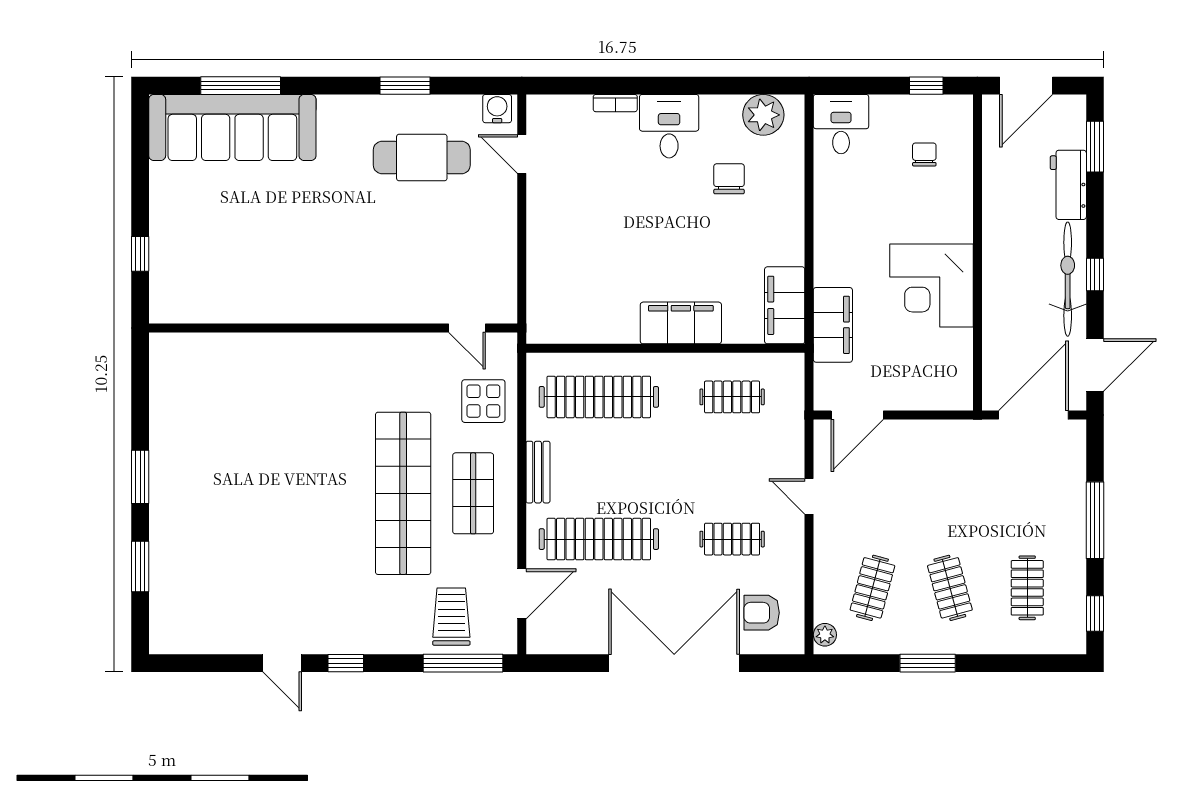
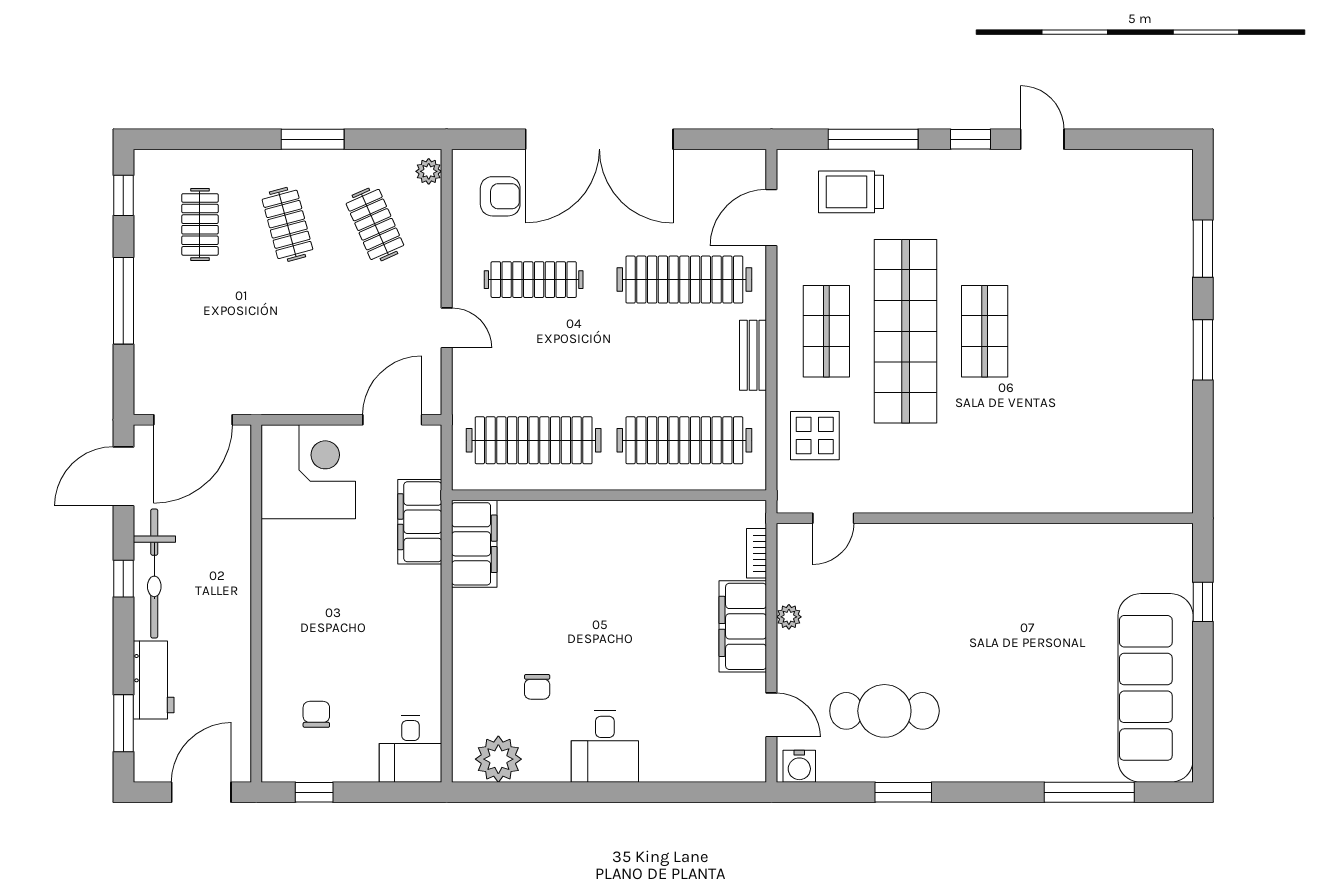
bookcase: (615, 103) -> (757, 553), moved, turned -90
sofa: (232, 127) -> (1156, 688), moved, turned -90
chair: (924, 154) -> (316, 714), turned 180
chair: (729, 179) -> (537, 687), width x0.73, depth x0.73
plant: (506, 241) -> (789, 617), added
corner desk: (931, 285) -> (308, 472), moved
filing cabinet: (681, 323) -> (743, 626), moved, turned 90
door: (467, 328) -> (833, 518), swing flipped
clothes rail: (732, 397) -> (534, 440), width x1.86, depth x1.31
shop shelf: (333, 493) -> (985, 331), added
clothes rail: (732, 539) -> (534, 280), width x1.36
clothes rail: (872, 588) -> (375, 224), turned -39
trolley: (451, 617) -> (851, 192), turned 90
window: (463, 663) -> (873, 139), moved

